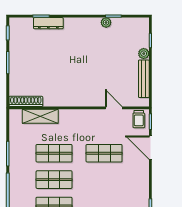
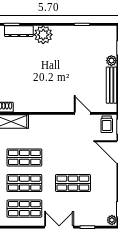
plant: (106, 22) -> (43, 35), moved, width x1.88, depth x1.88
shop shelf: (104, 153) -> (73, 183), moved

